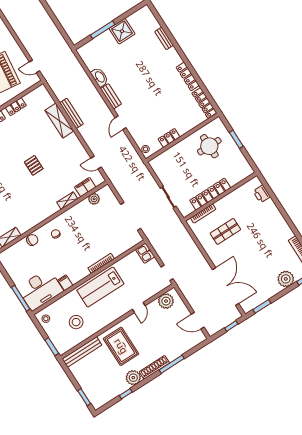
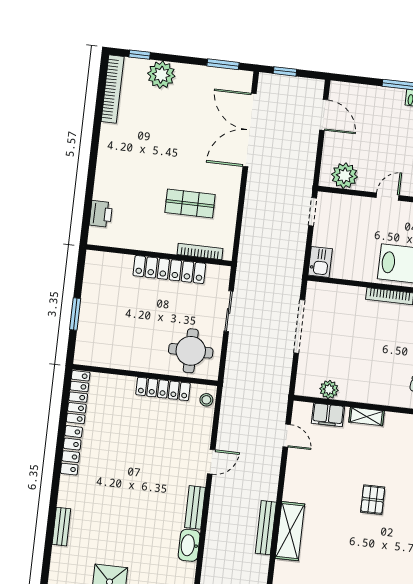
locker: (169, 138) -> (163, 389), width x1.53
round table: (209, 146) -> (191, 351), moved

